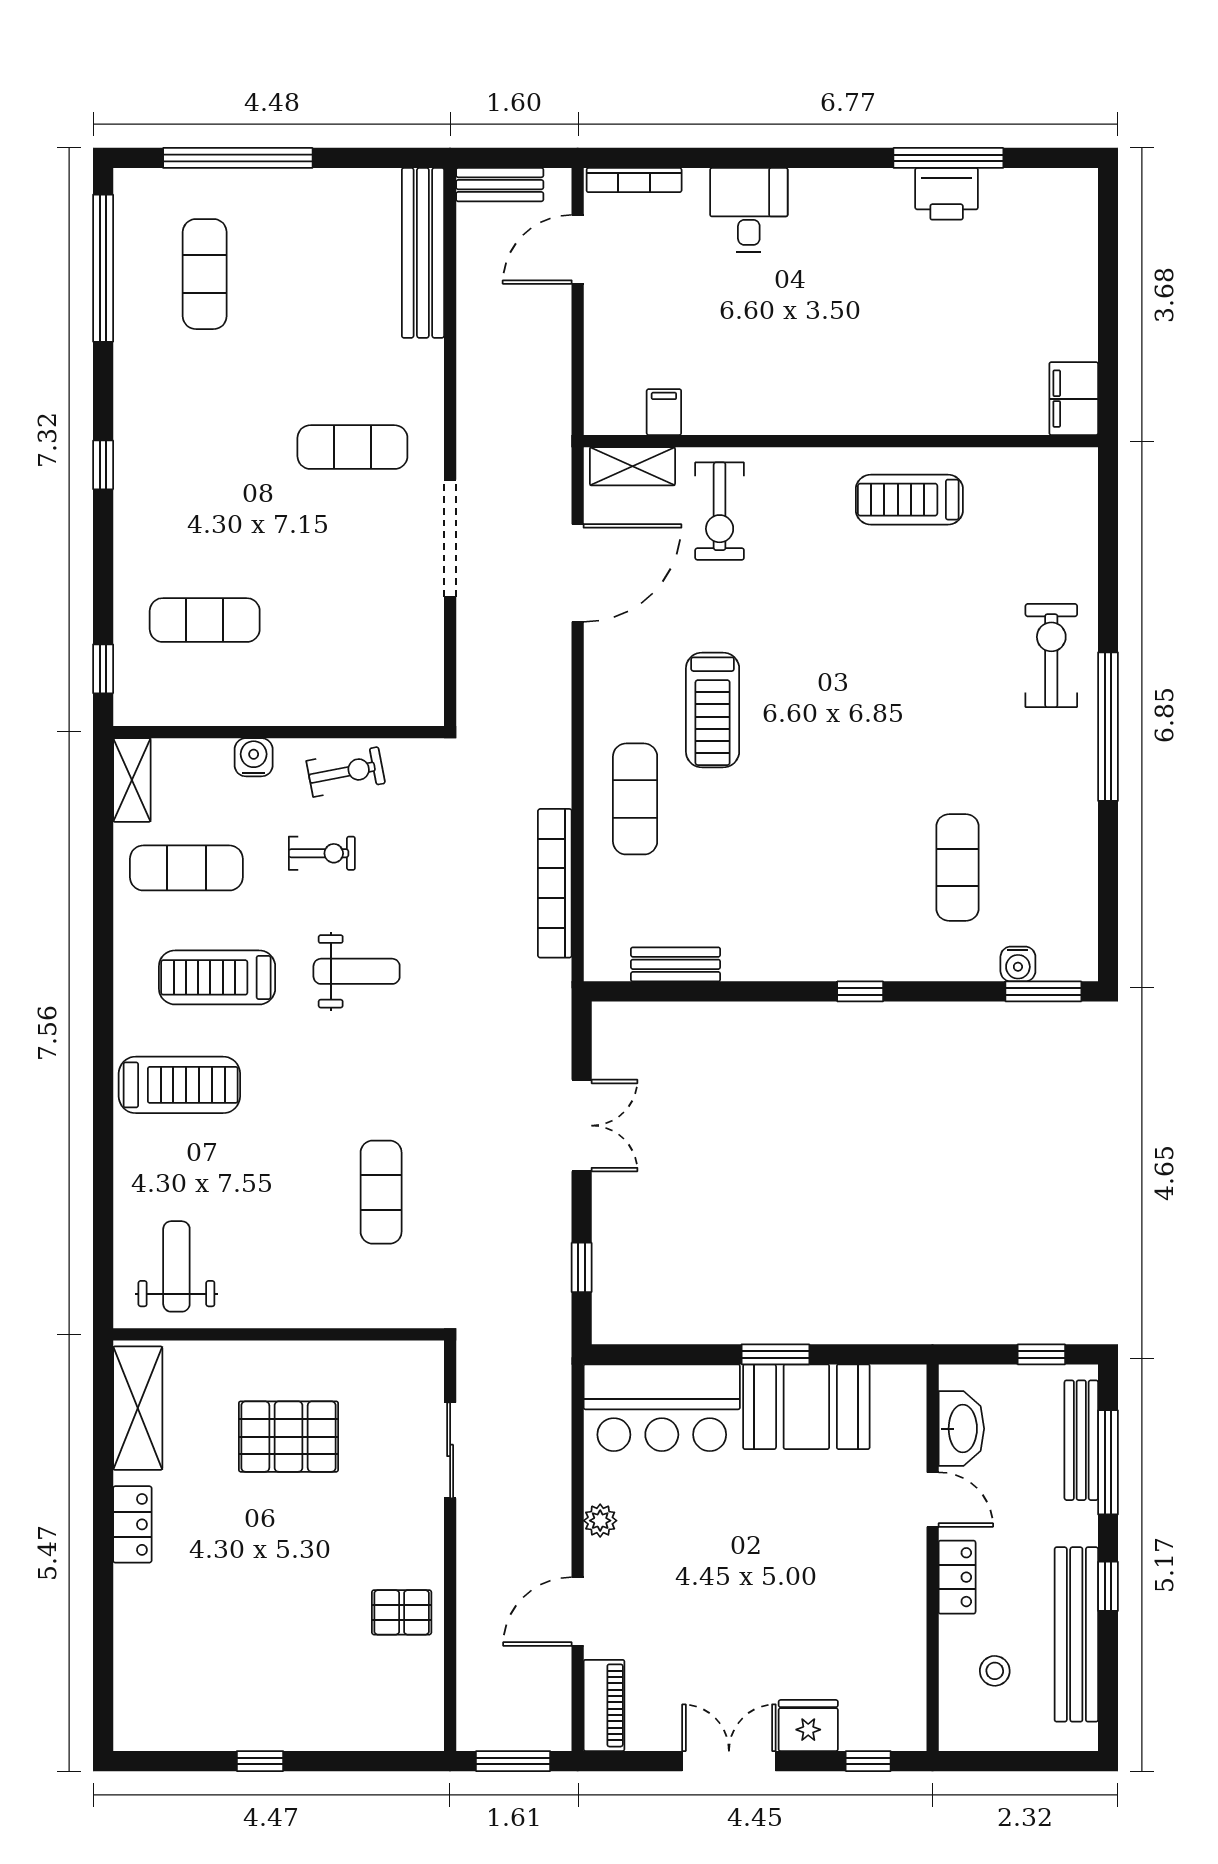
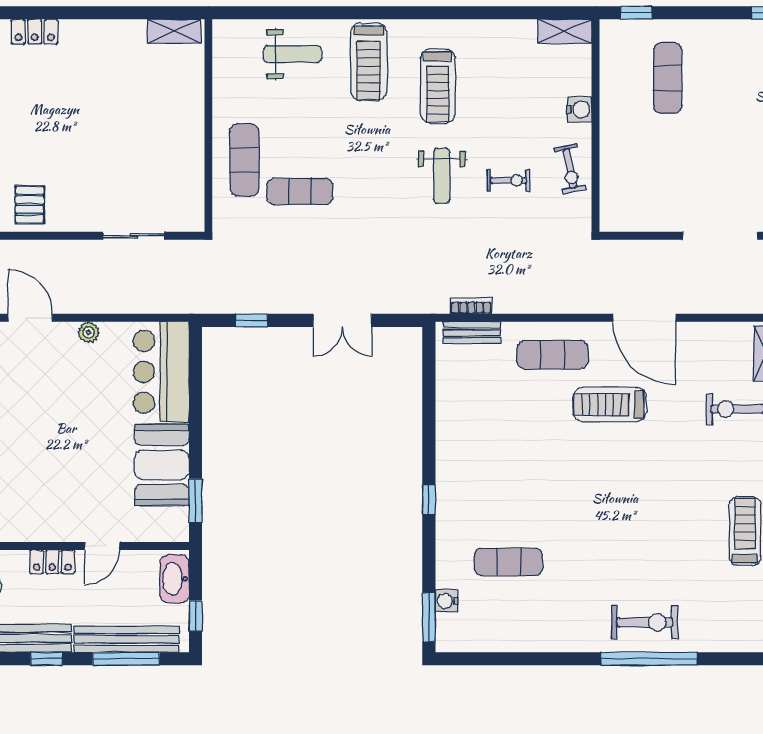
door: (578, 573) -> (644, 318), moved
window: (1108, 727) -> (649, 659), moved
exercise bike: (322, 853) -> (509, 180), moved, turned -90
exercise mat: (186, 868) -> (244, 160), moved
bookcase: (555, 883) -> (471, 306), width x0.43, depth x0.76
bench: (676, 964) -> (472, 333), moved, turned 90
treadmill: (217, 977) -> (438, 86), turned 180
weight bench: (176, 1266) -> (292, 54), moved
window: (775, 1354) -> (196, 501), moved
shelving: (138, 1408) -> (174, 31), width x0.67, depth x0.75
washbasin: (961, 1429) -> (174, 579), moved, turned 90
pallet: (288, 1437) -> (143, 132), removed
bench: (1081, 1440) -> (126, 639), width x1.37, depth x1.21
locker: (132, 1524) -> (35, 32), moved

